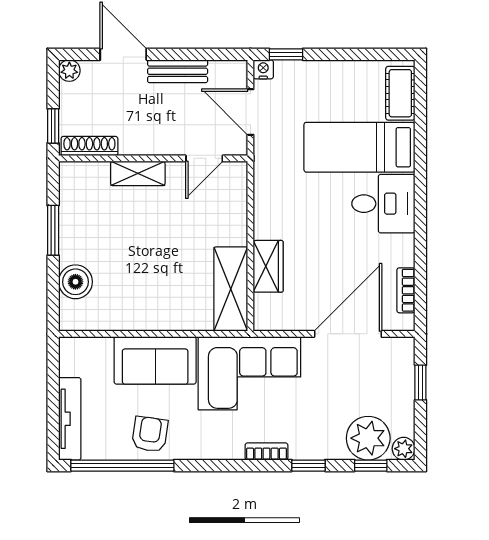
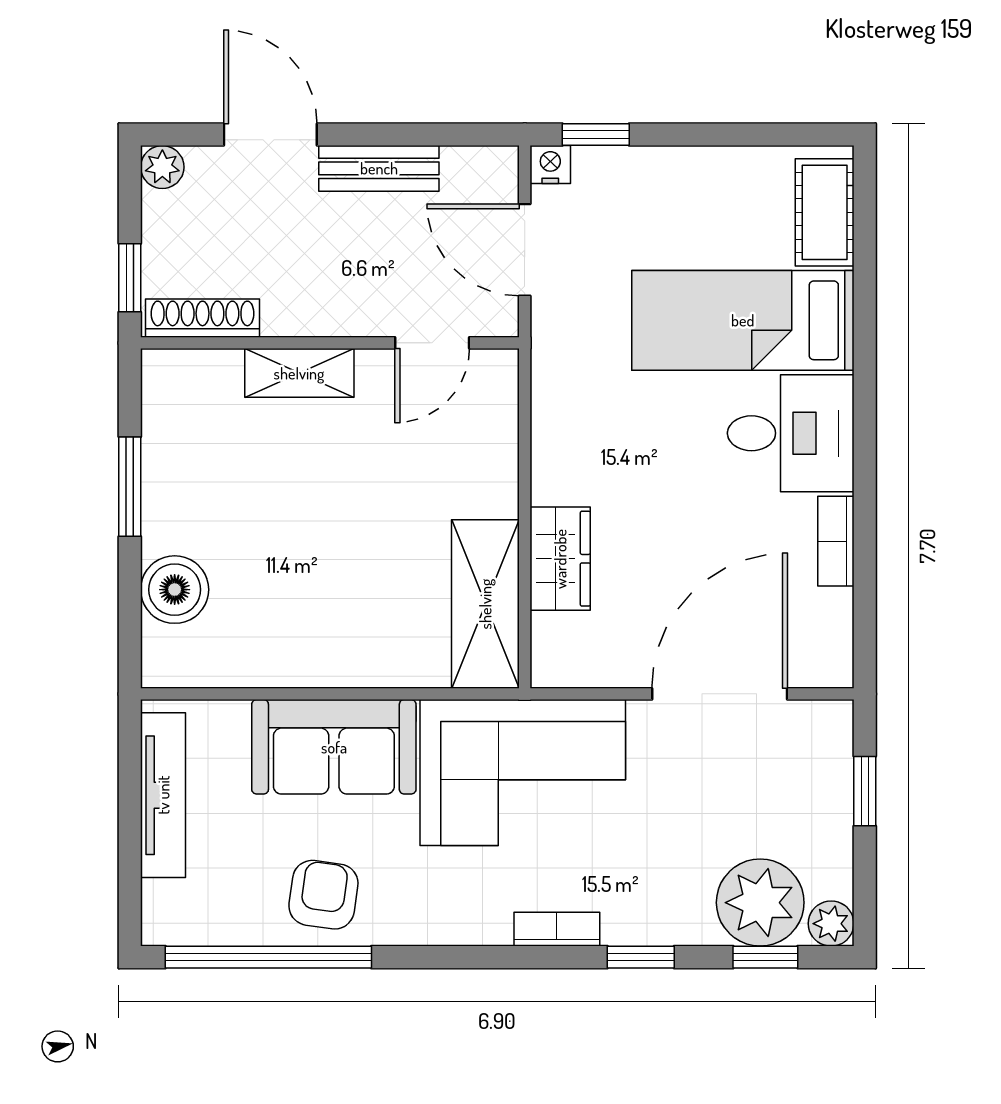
bookcase: (406, 290) -> (836, 541), moved
tv unit: (70, 419) -> (163, 795), moved

